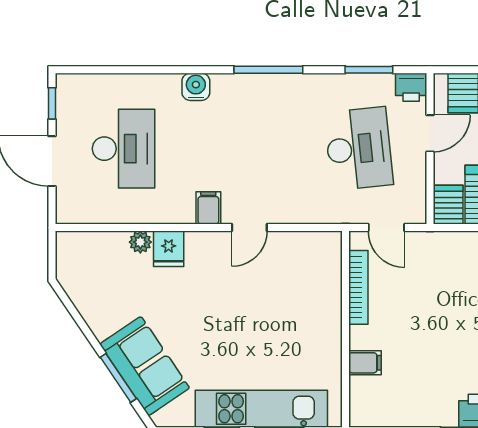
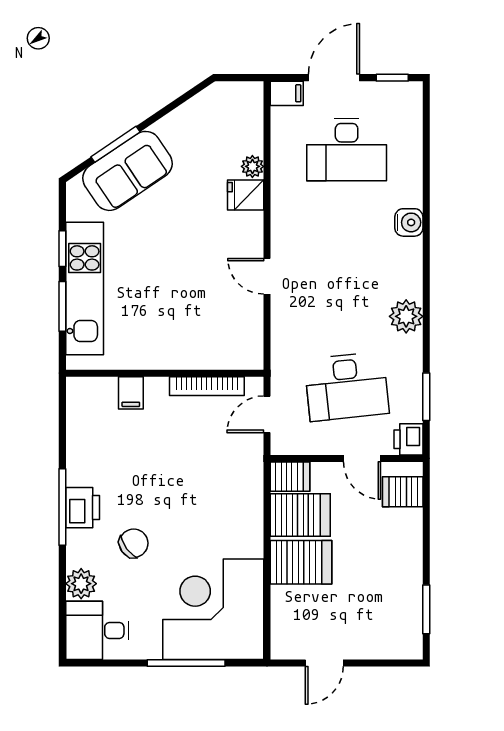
window: (268, 70) -> (426, 296), removed
plant: (289, 90) -> (406, 316), added
filing cabinet: (208, 208) -> (287, 93), moved

